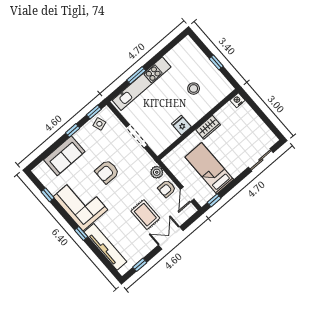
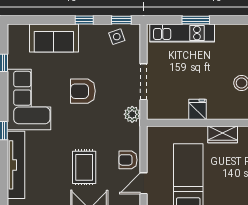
kitchen unit: (142, 84) -> (182, 33), width x0.73
plant: (157, 172) -> (132, 114), moved

